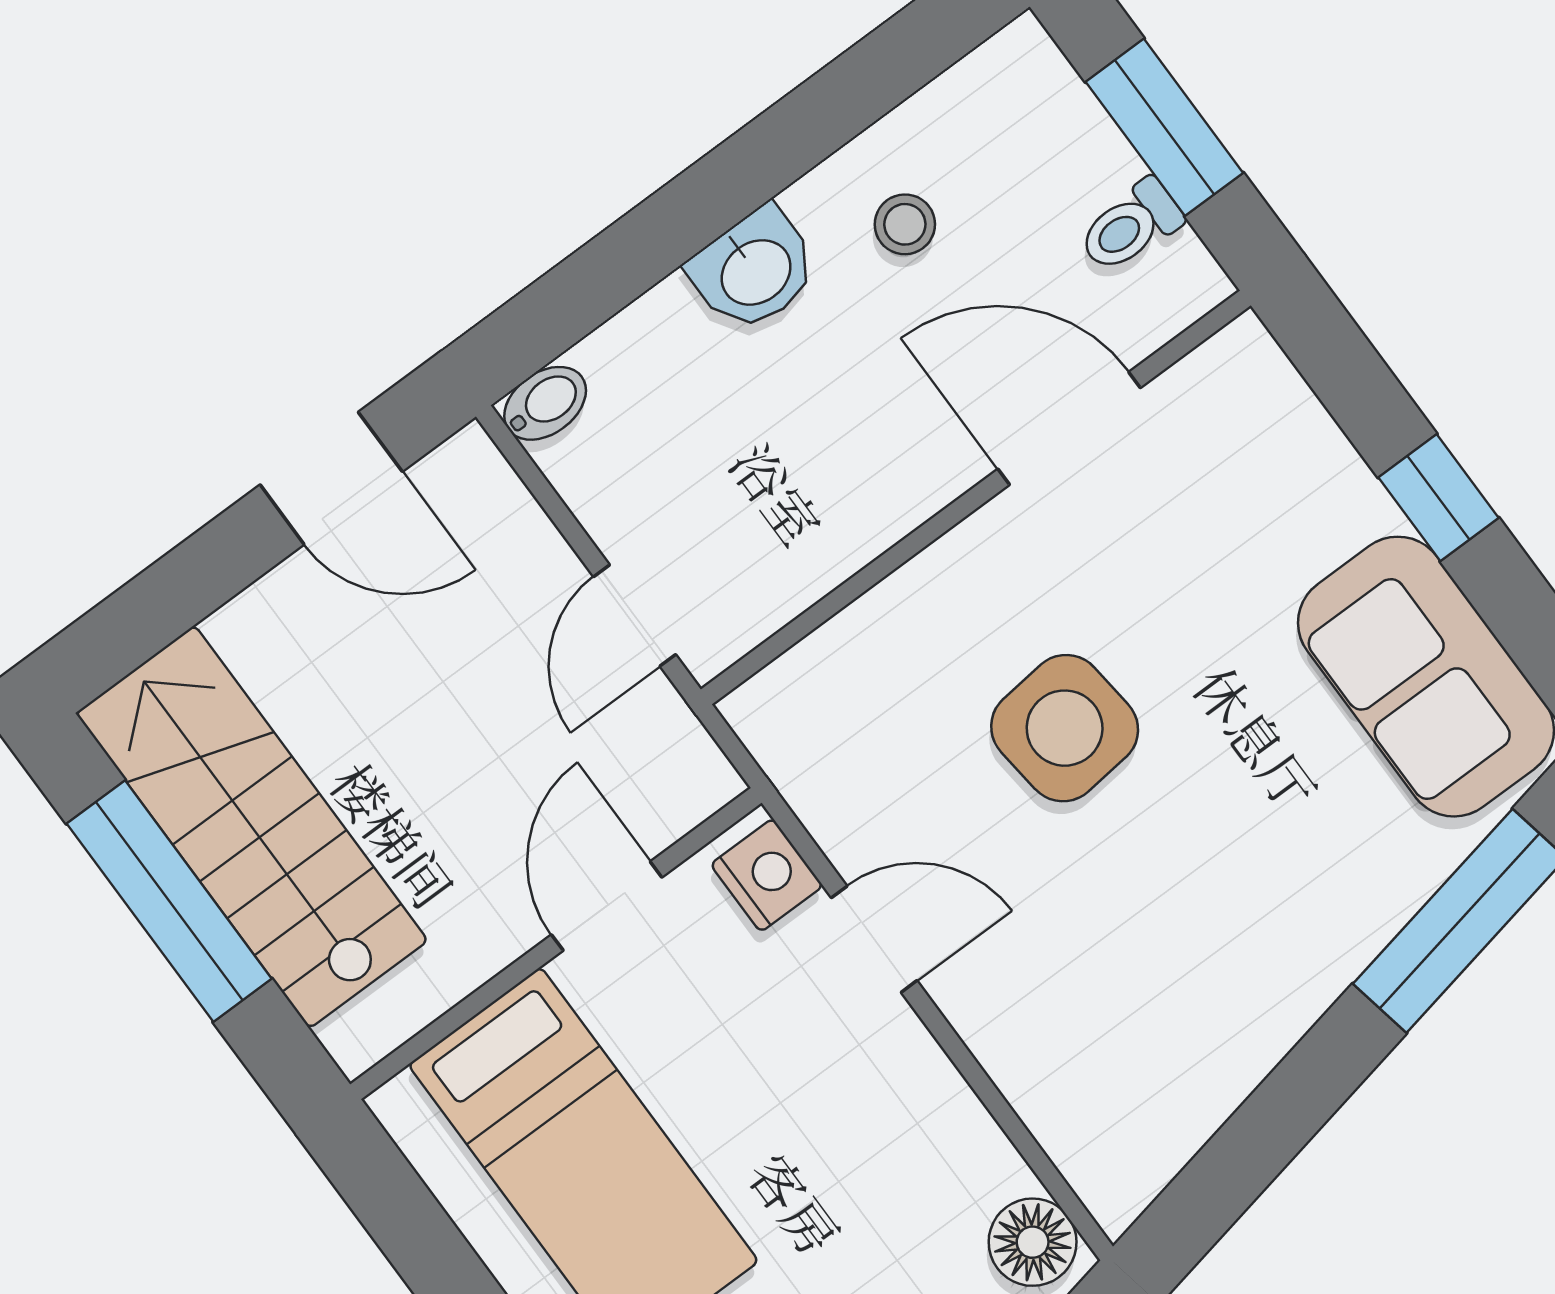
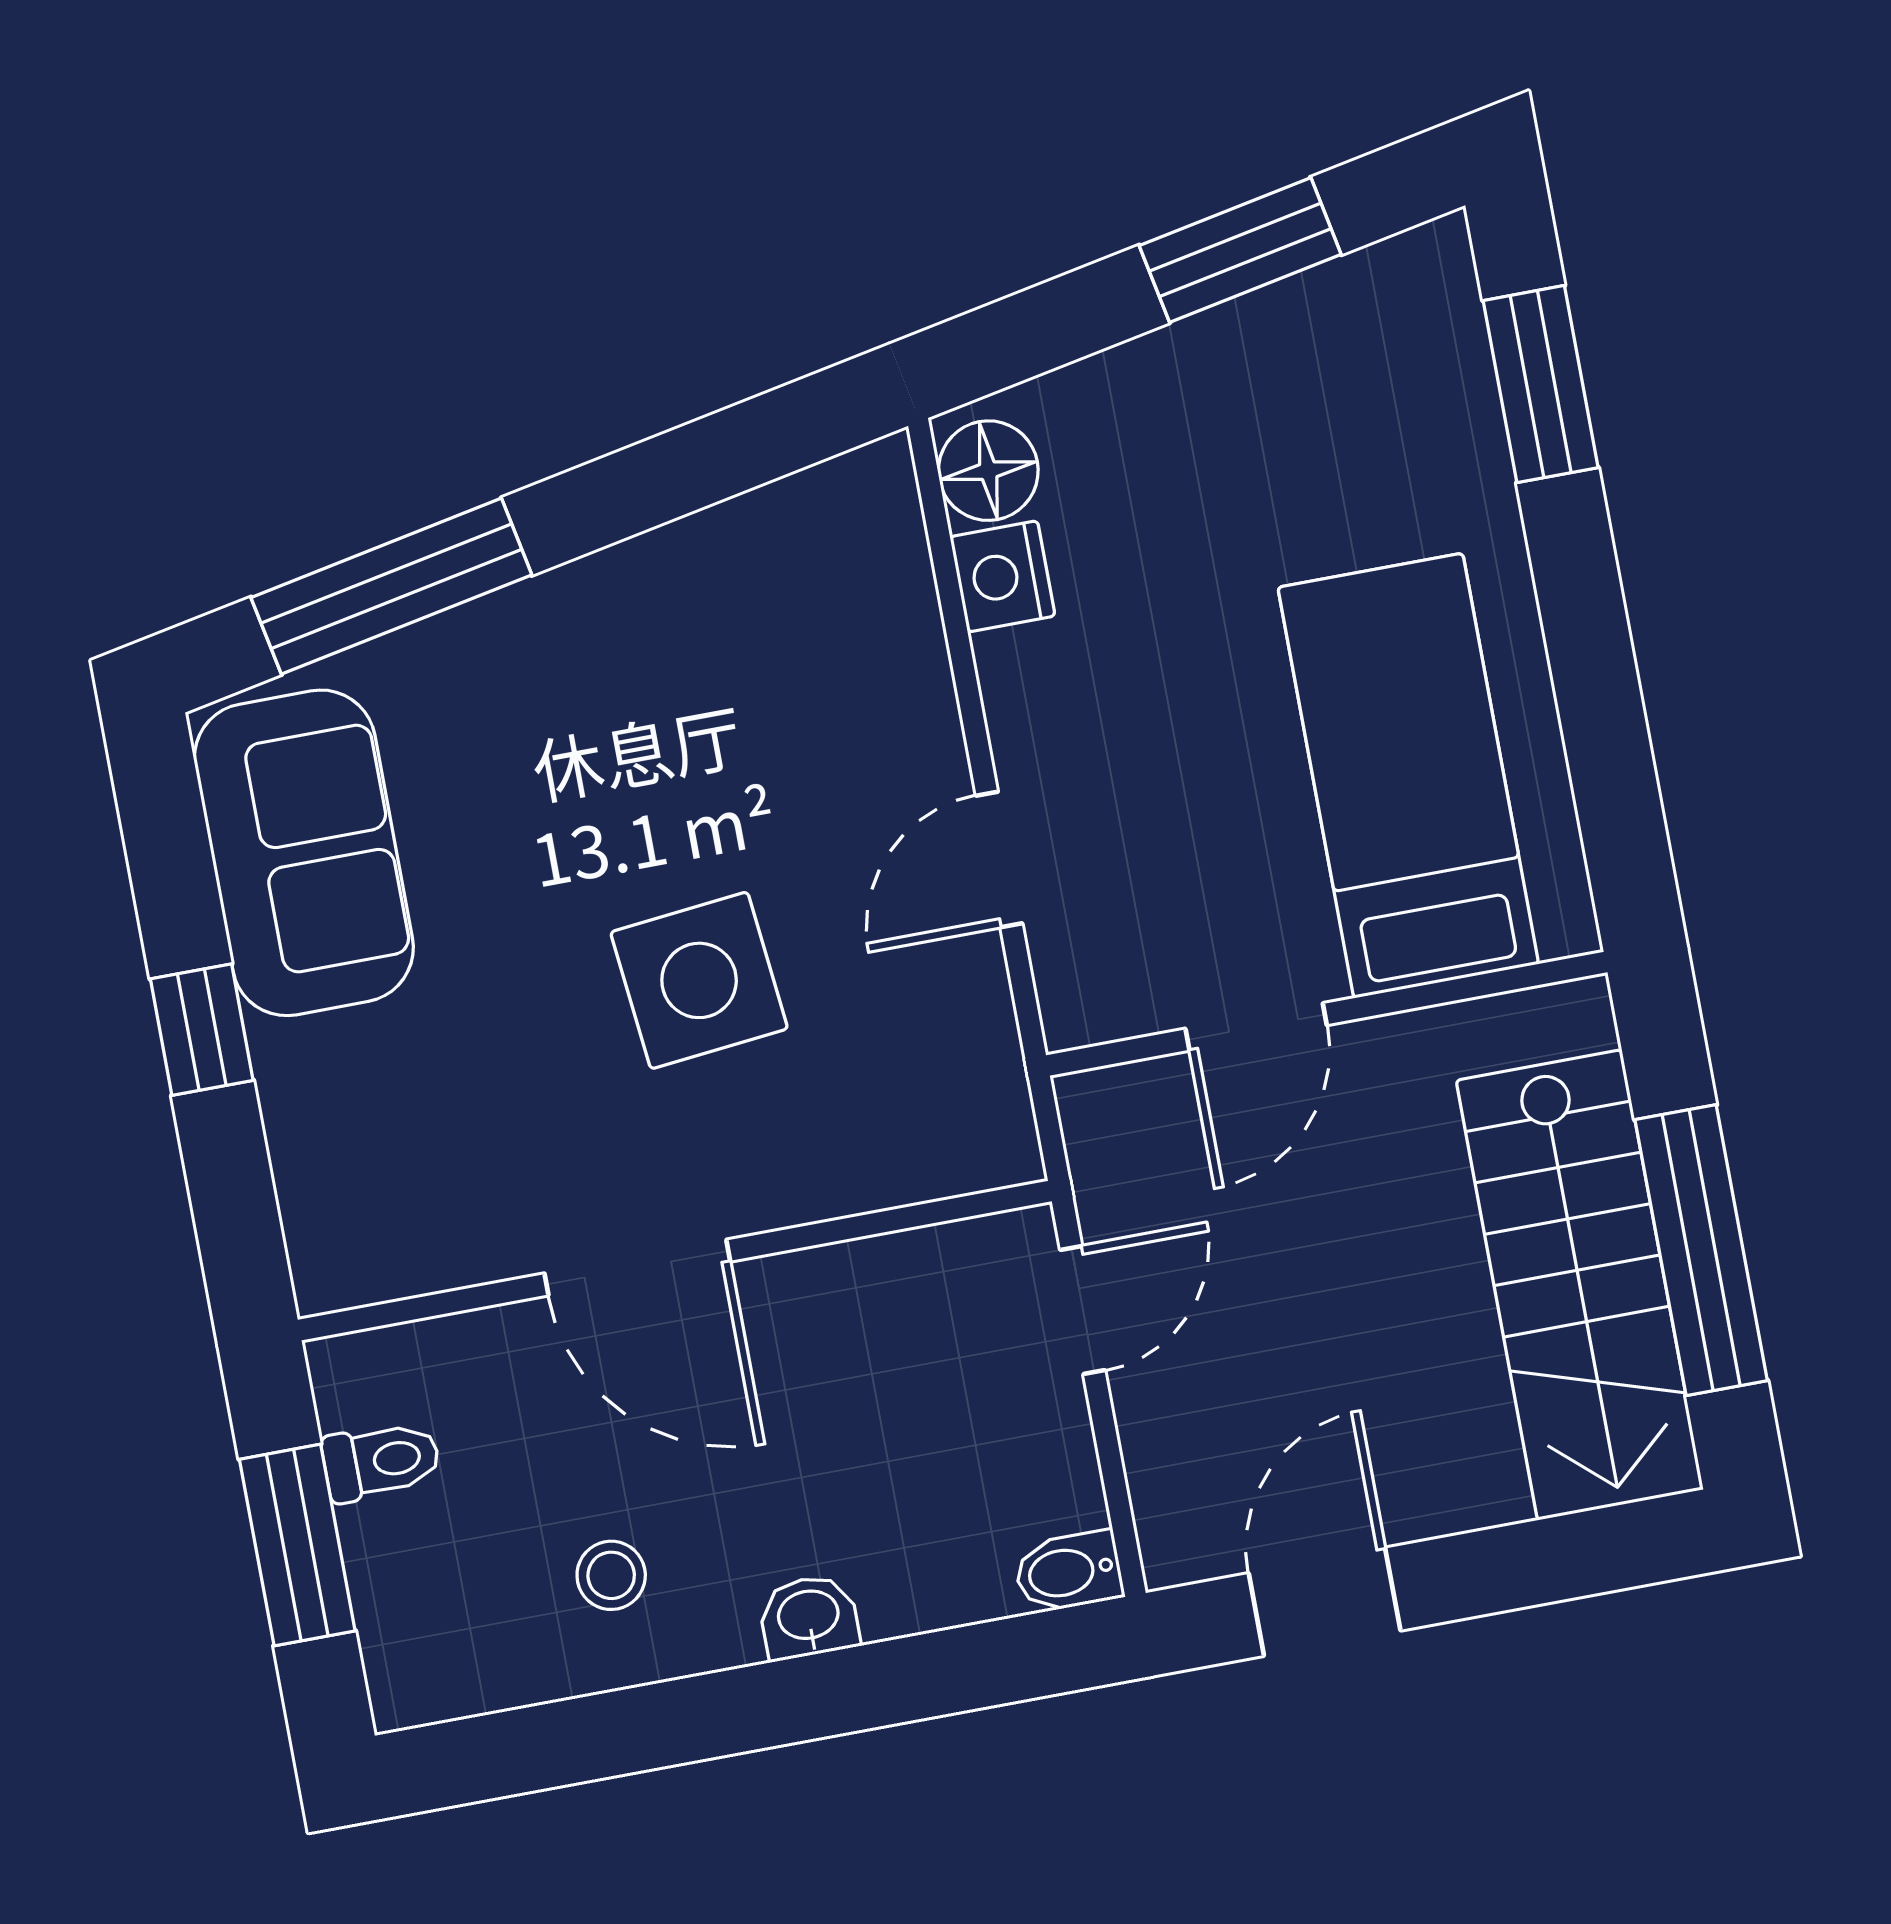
washbasin: (754, 270) -> (809, 1617), width x0.72, depth x0.69
door: (1069, 428) -> (637, 1267), moved
door: (331, 478) -> (1325, 1602), hinge flipped
nightstand: (767, 875) -> (1003, 576), moved
door: (874, 939) -> (999, 860), hinge flipped

